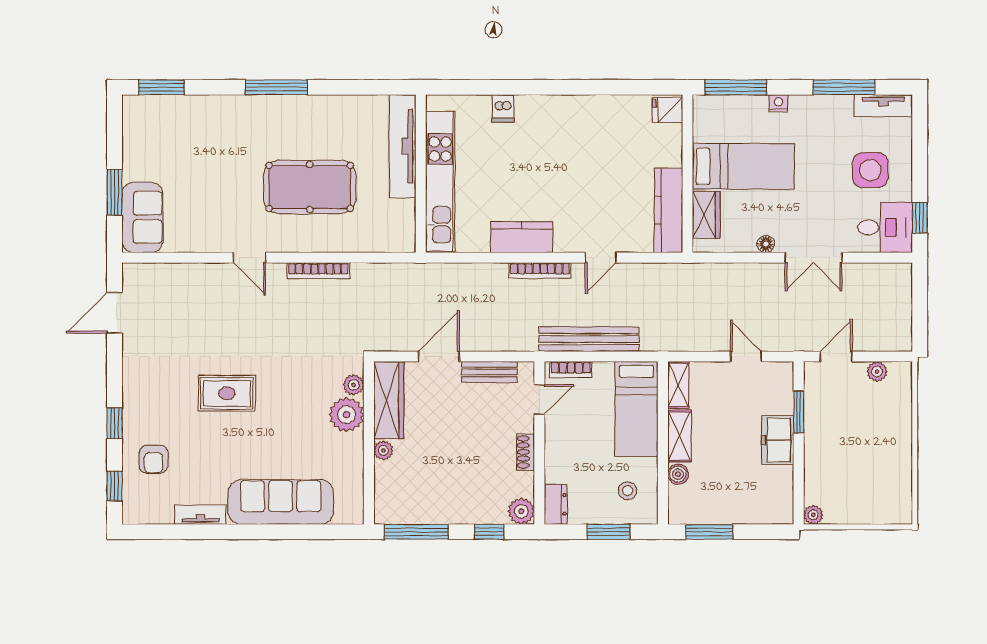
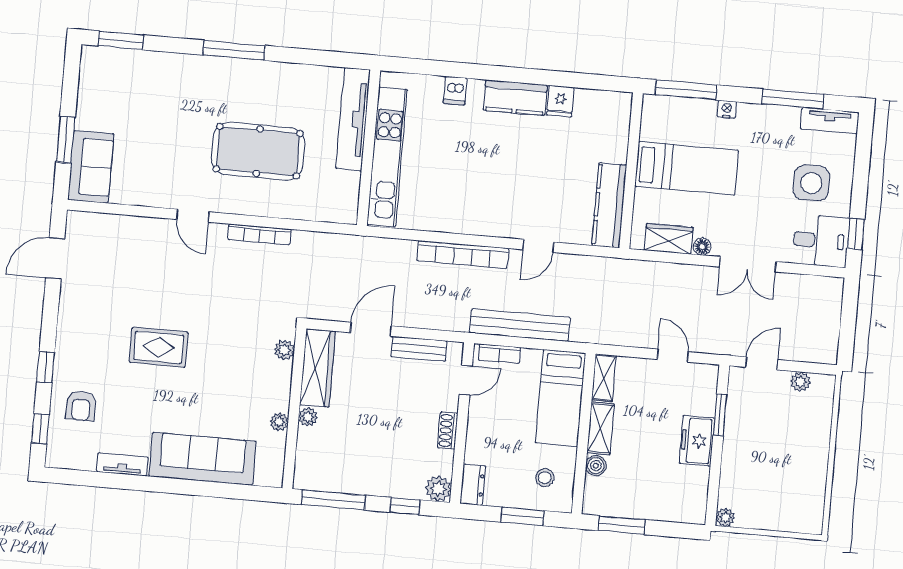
fridge: (667, 110) -> (560, 101), moved, turned -90
wardrobe: (706, 215) -> (669, 239), moved, turned -90
kitchen counter: (522, 237) -> (515, 98), moved, turned 180
bookcase: (540, 271) -> (463, 255), width x1.48, depth x1.31
plant: (347, 415) -> (279, 422), moved, width x0.53, depth x0.53

